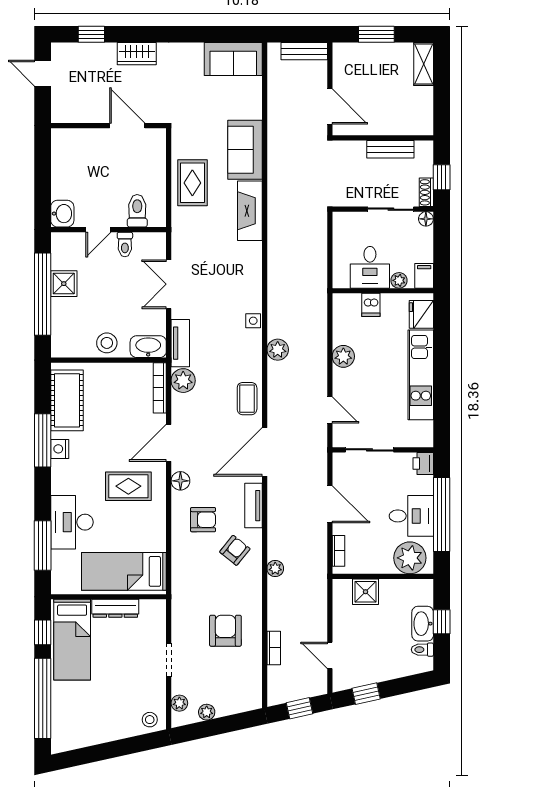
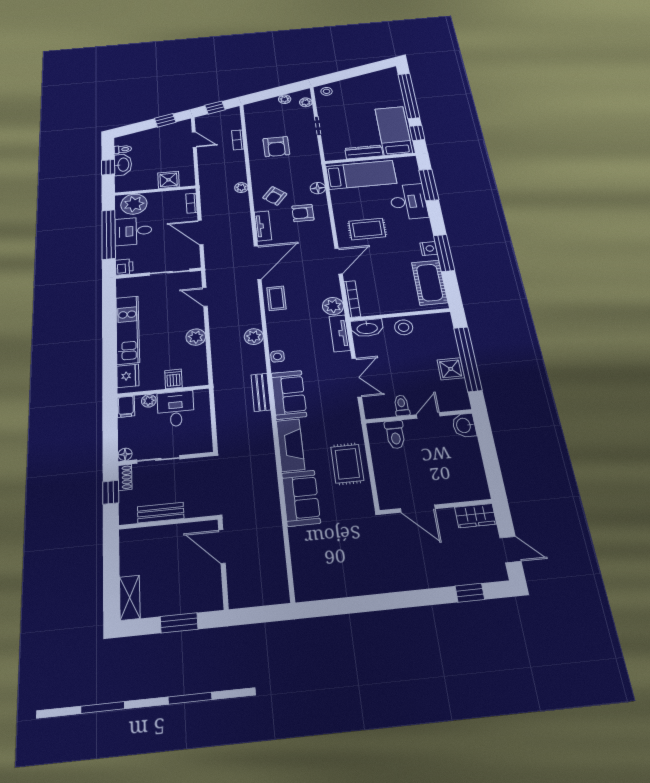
bench: (304, 51) -> (261, 392), moved, turned 90
wardrobe: (137, 54) -> (476, 516), moved, turned 180
sofa: (233, 59) -> (289, 395), moved, turned 90
floor lamp: (180, 481) -> (318, 188), moved

